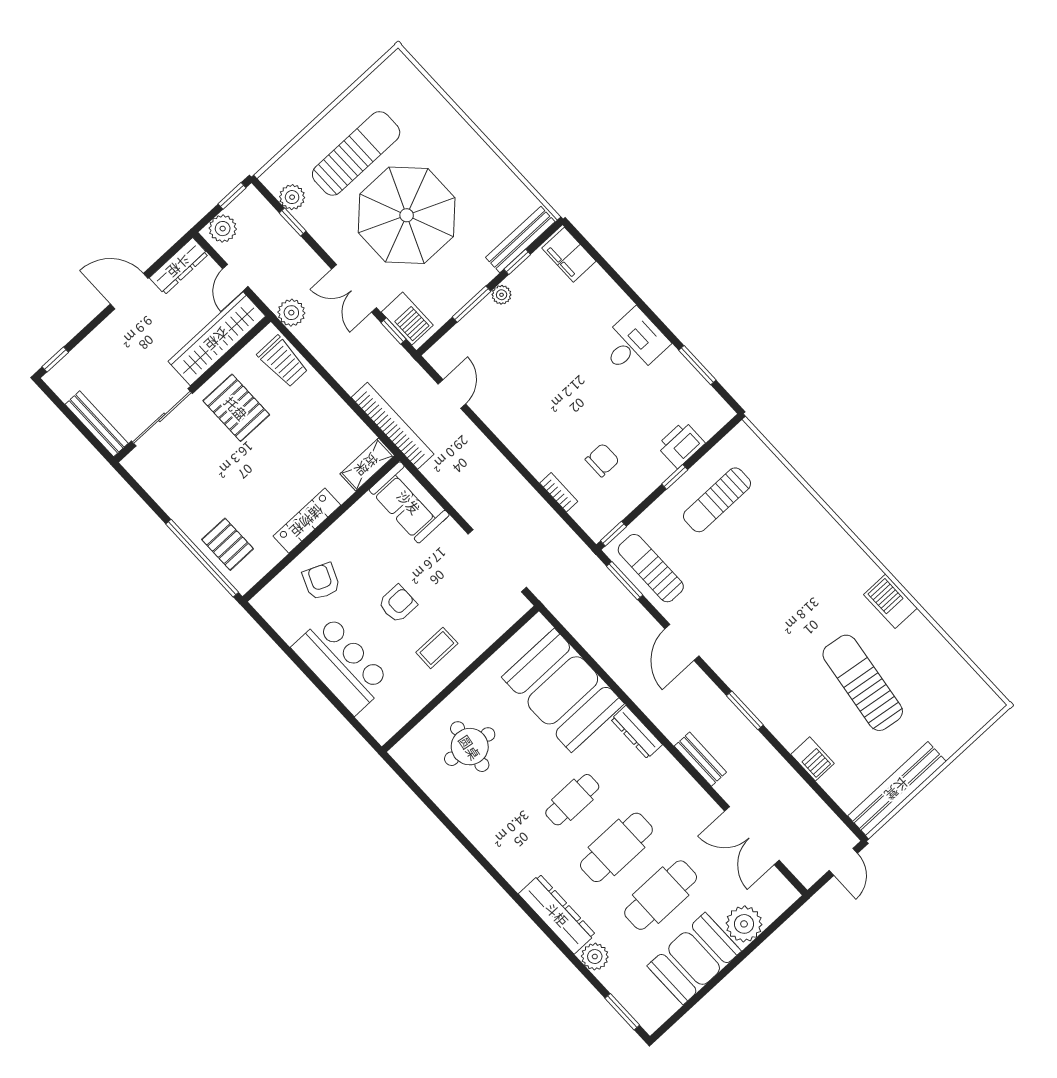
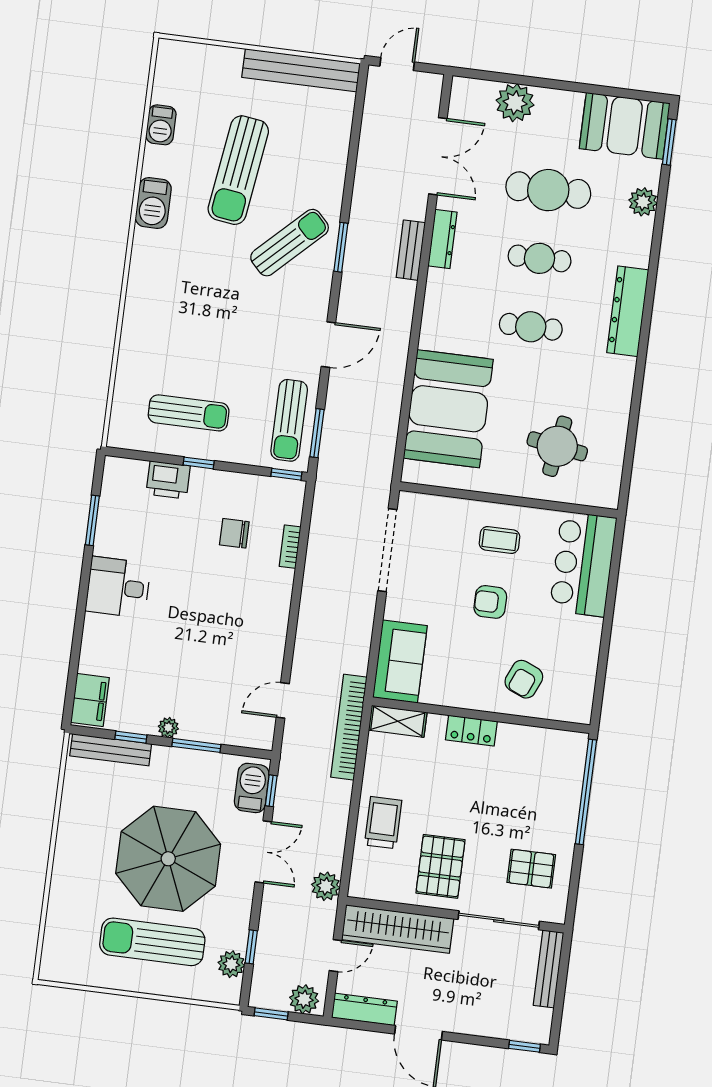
trolley: (283, 361) -> (383, 823), moved
locker: (307, 521) -> (471, 731), width x0.66
pallet: (228, 544) -> (531, 869), moved, turned 90
bar counter: (341, 664) -> (583, 564), moved
sun lounger: (779, 676) -> (290, 243), added
dresser: (637, 732) -> (443, 239), moved
barbecue: (813, 759) -> (161, 125), moved, turned 180
cafe table: (616, 847) -> (540, 258), width x0.73, depth x0.74
dresser: (557, 914) -> (628, 311), moved
booth: (694, 958) -> (625, 126), moved

